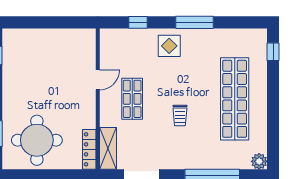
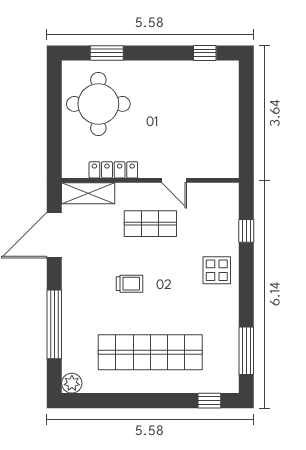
window: (194, 22) -> (246, 351), moved
trolley: (180, 115) -> (129, 284), turned 180
locker: (89, 149) -> (113, 170), moved

